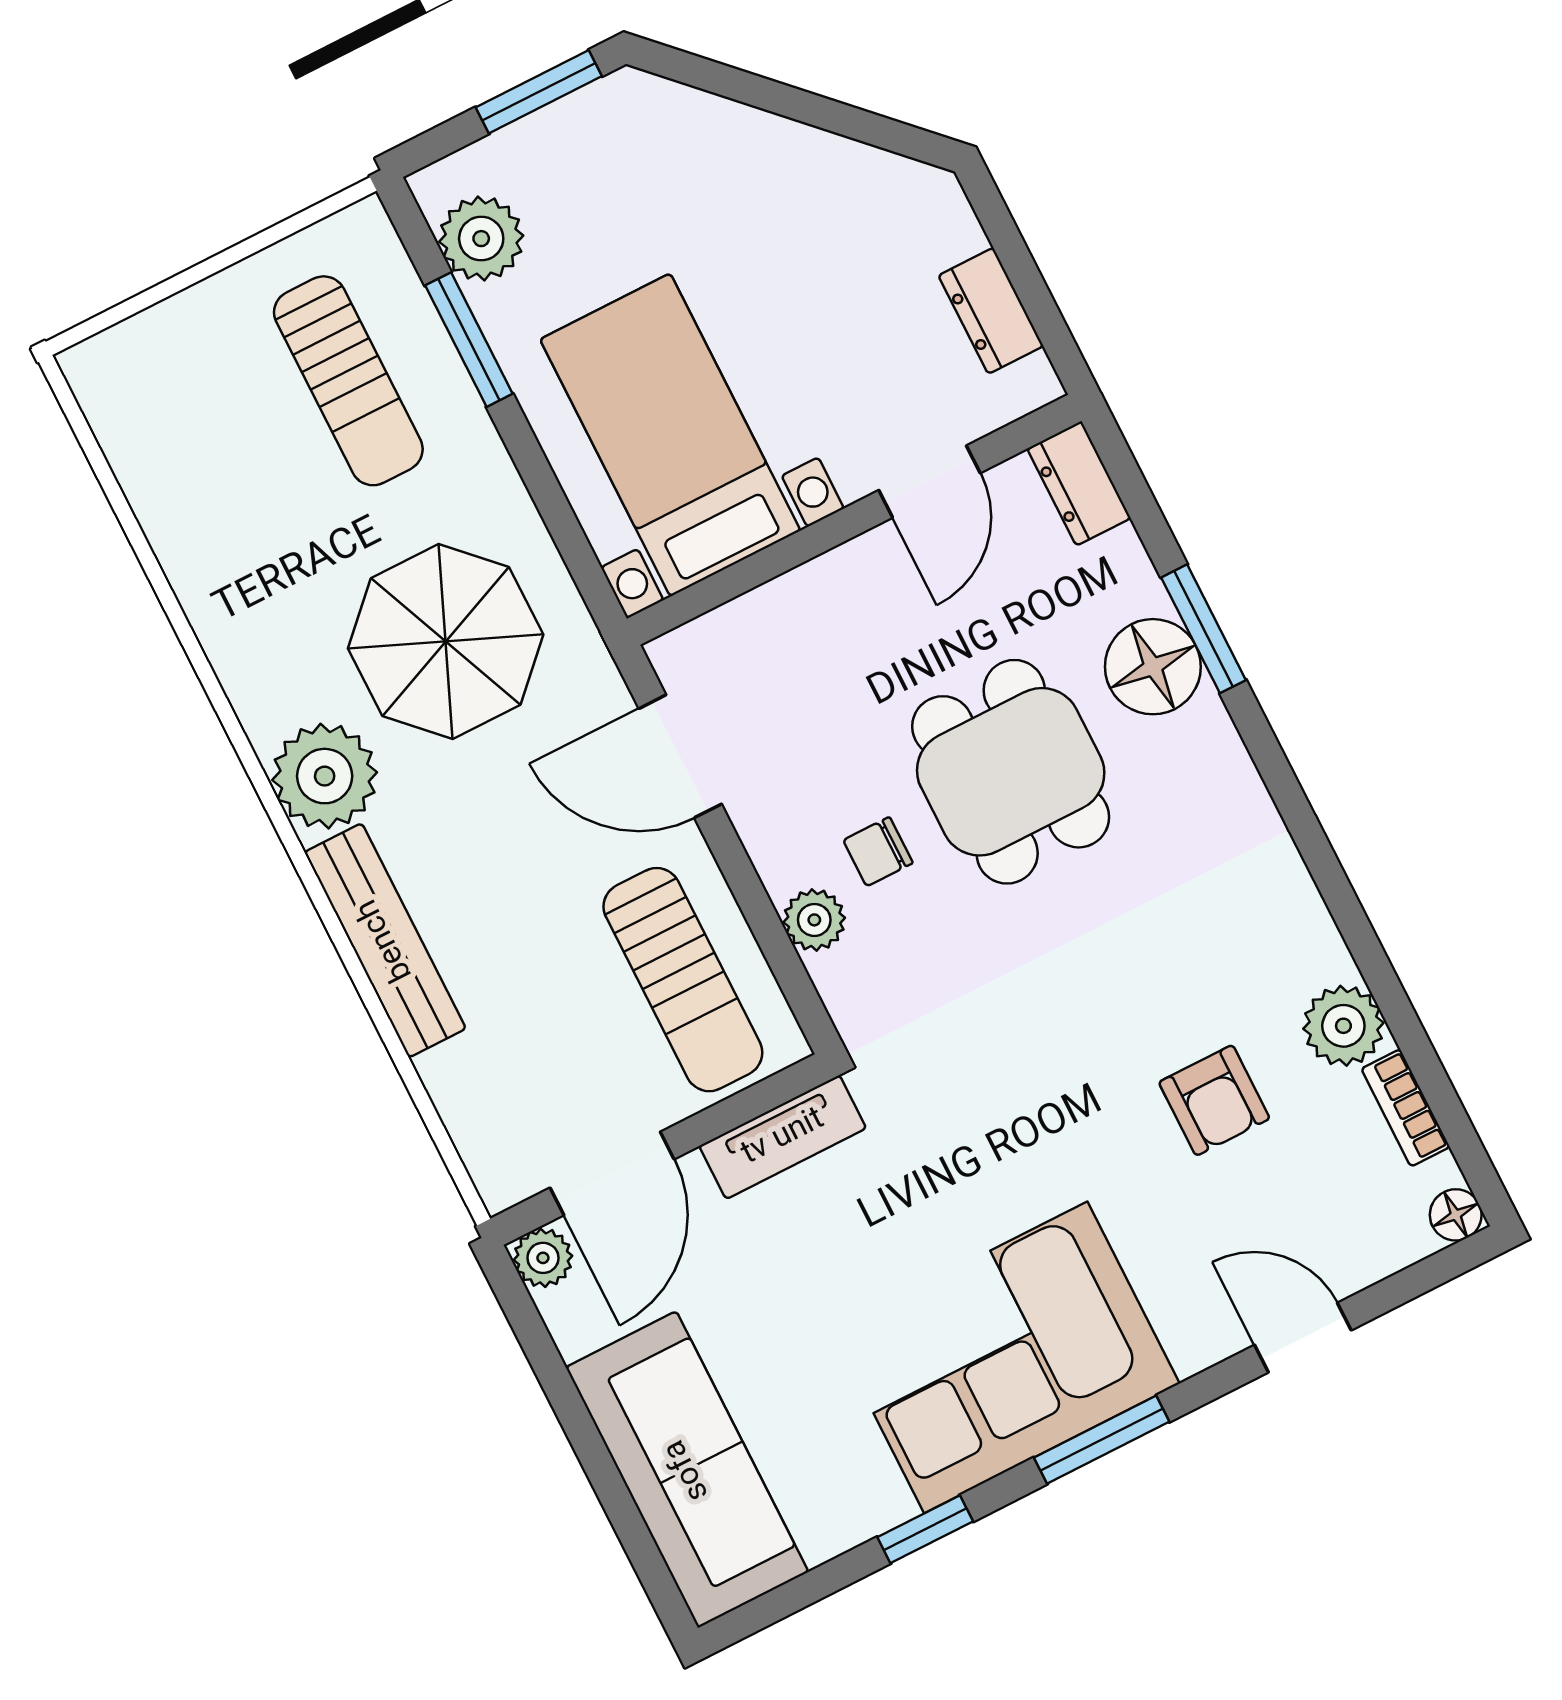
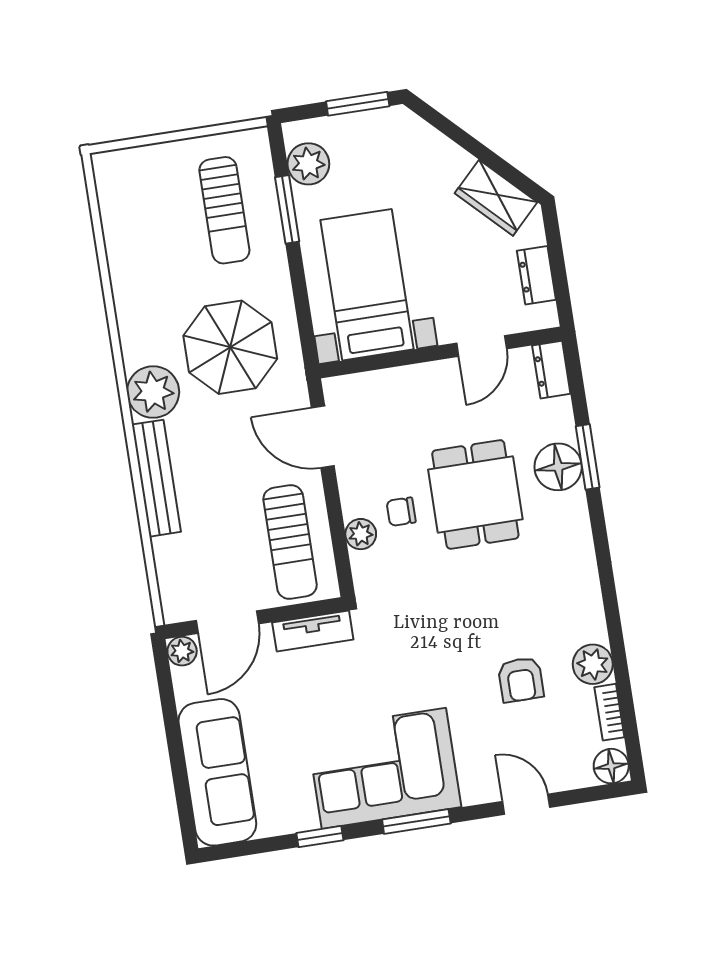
wardrobe: (864, 186) -> (496, 198), added
floor lamp: (1456, 1215) -> (611, 766), width x1.37, depth x1.37

